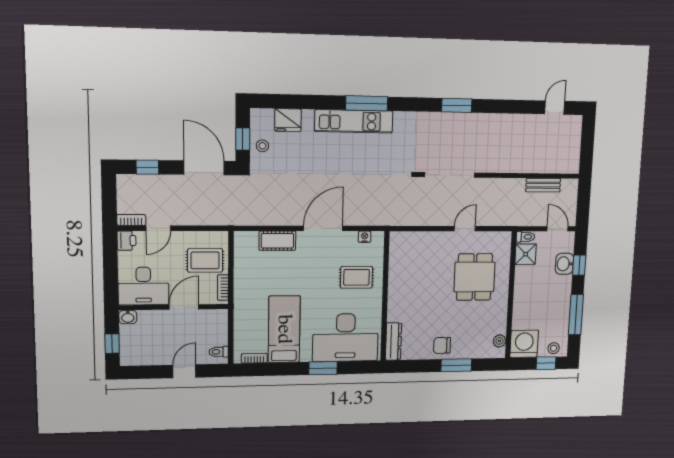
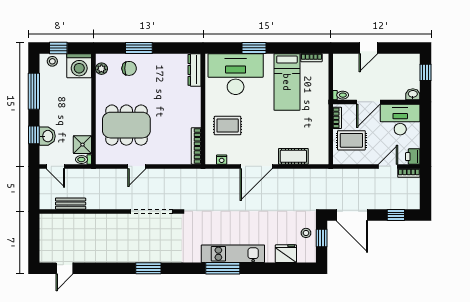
bookcase: (394, 253) -> (196, 146), added
dining table: (474, 277) -> (126, 125), width x1.38
chair: (442, 345) -> (129, 68), moved
toilet: (219, 352) -> (341, 95), moved

